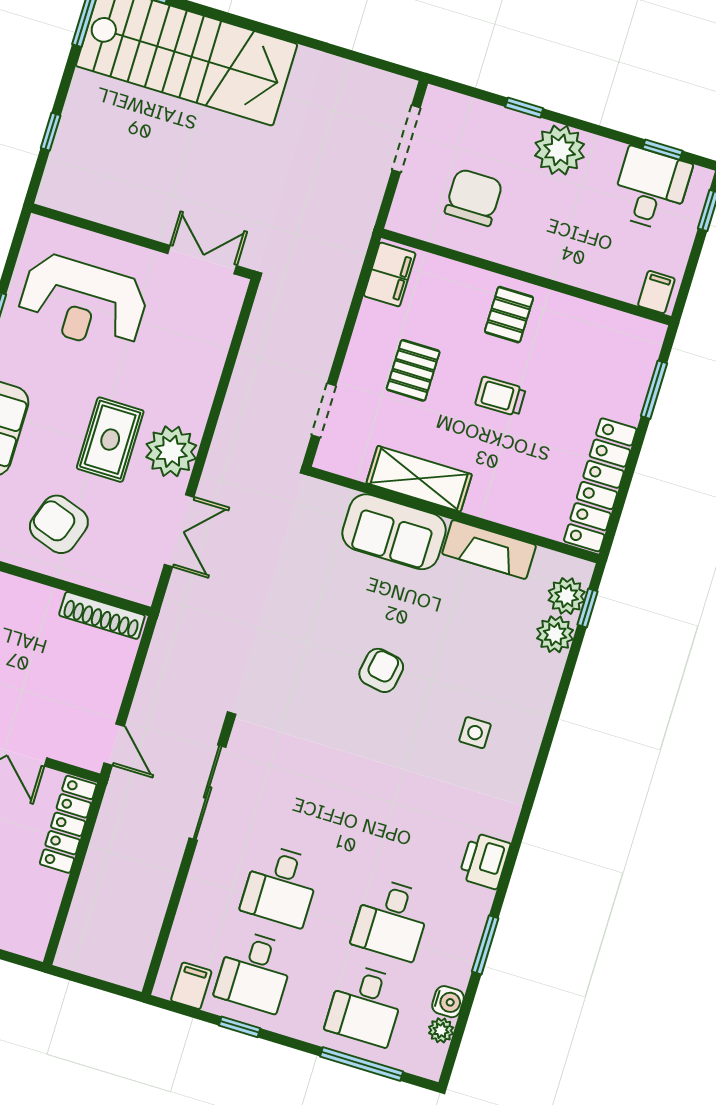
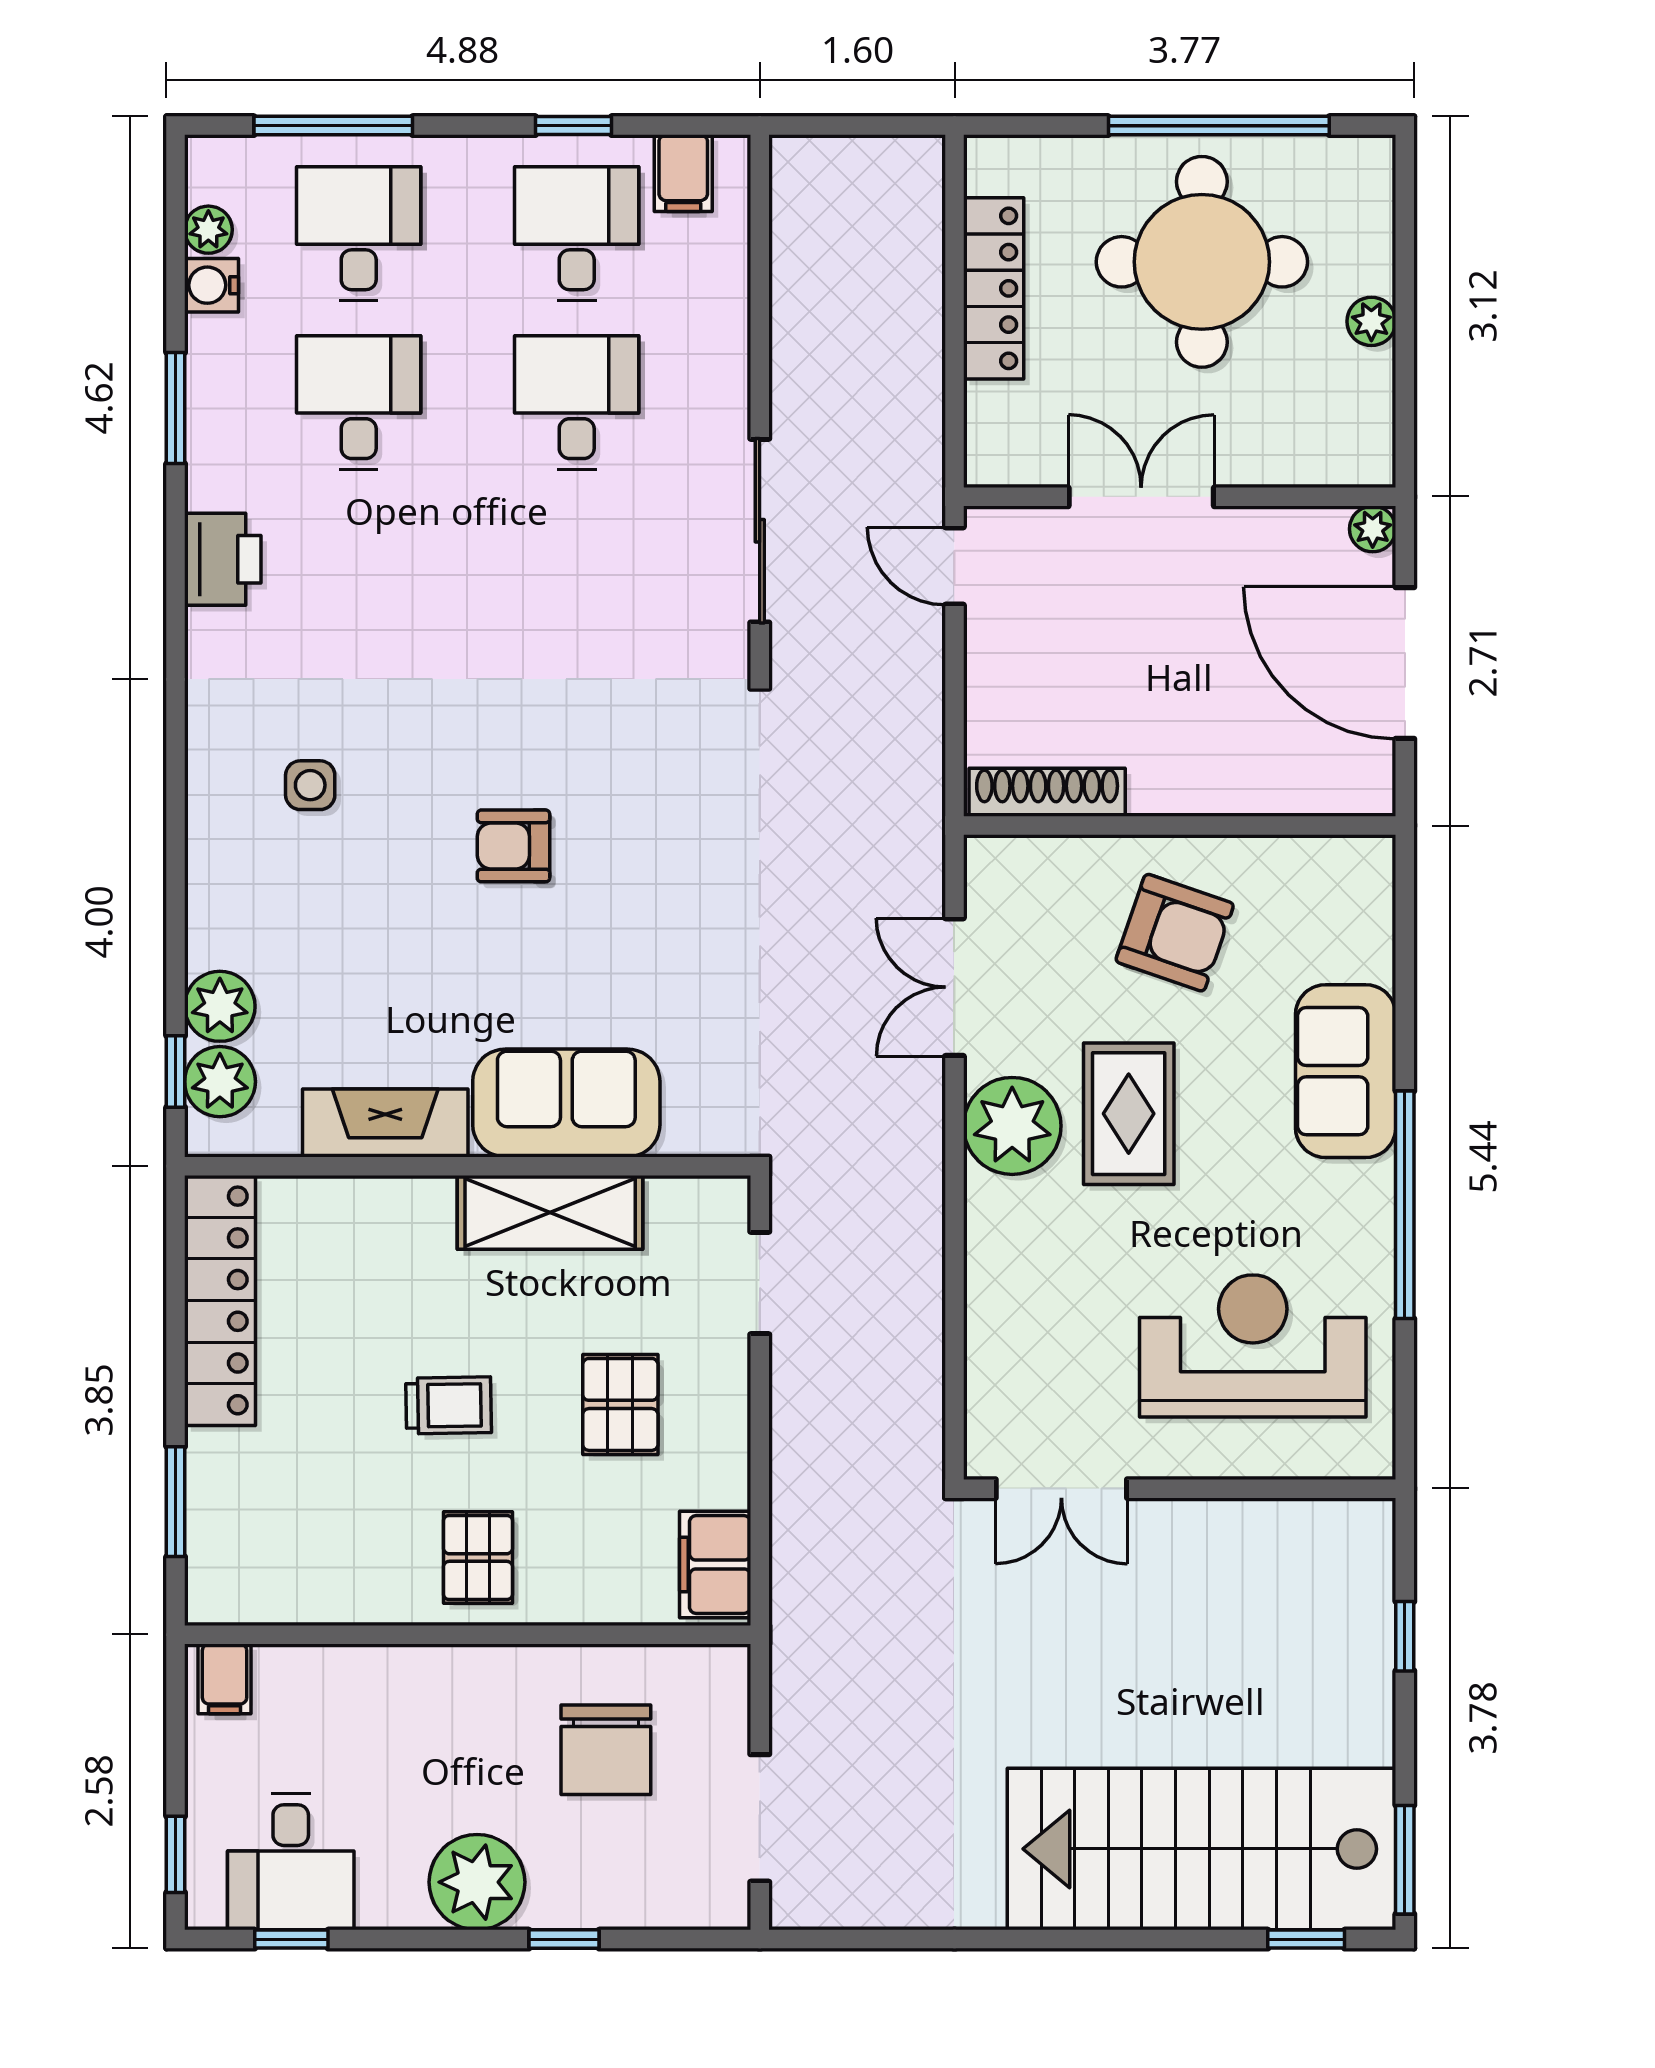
armchair: (381, 670) -> (513, 846), turned 80
locker: (68, 824) -> (994, 288), moved

